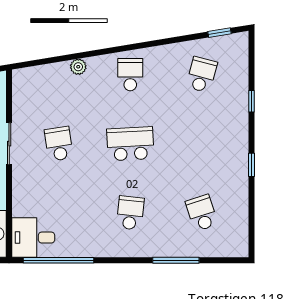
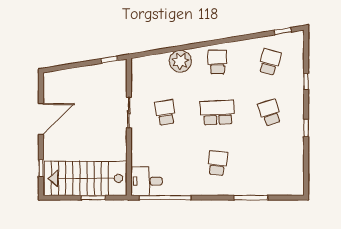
plant: (78, 67) -> (180, 61), width x1.88, depth x1.88
school desk: (202, 213) -> (270, 112), moved

